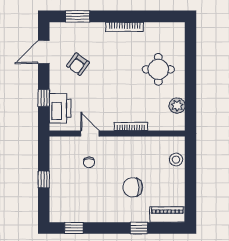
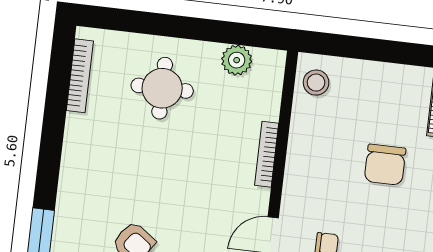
bookcase: (125, 27) -> (80, 76), moved
stool: (176, 160) -> (316, 83), moved

